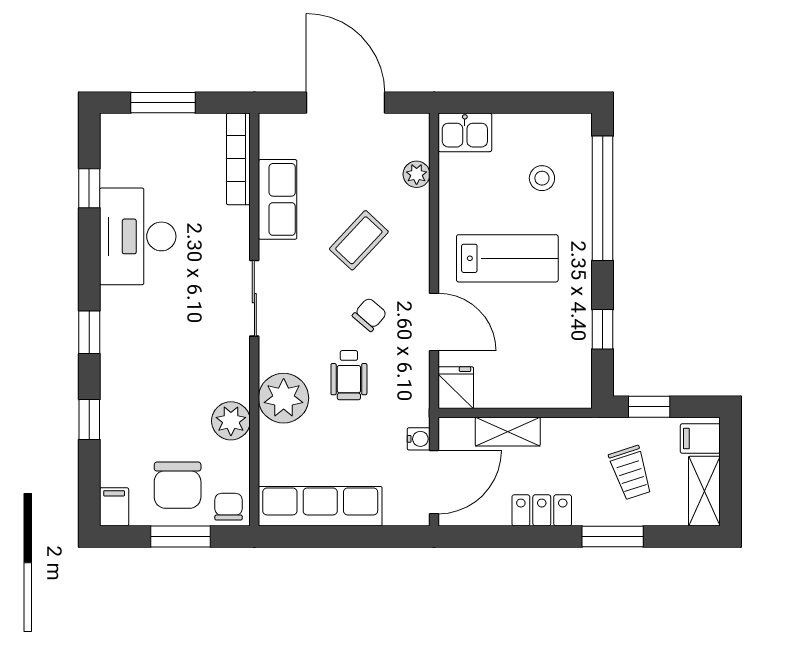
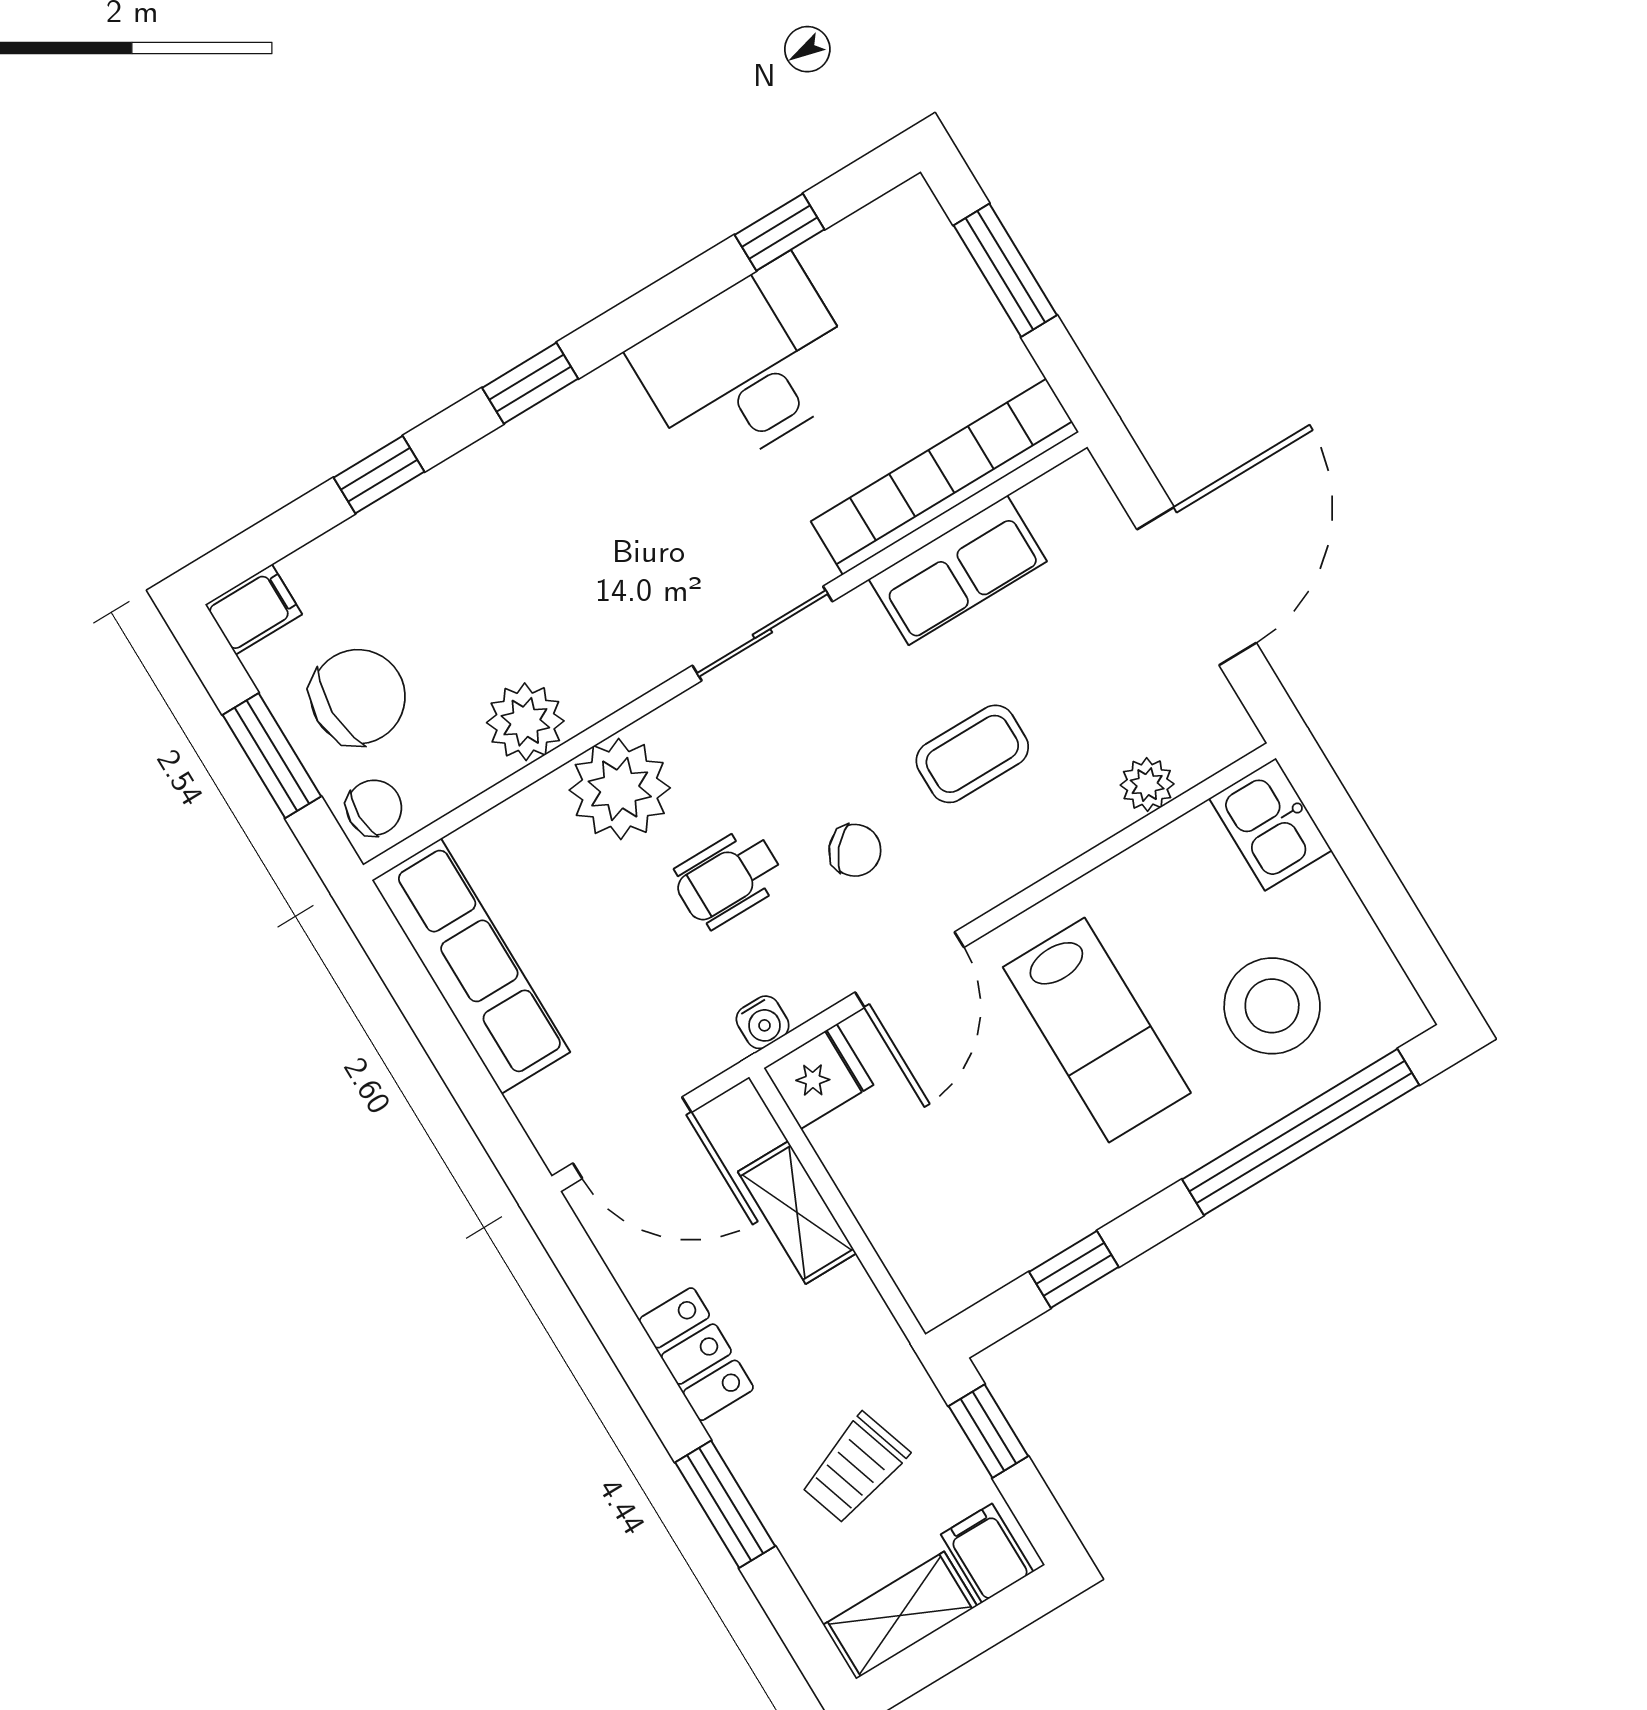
bookcase: (238, 159) -> (945, 477), width x1.48, depth x1.31
stool: (542, 178) -> (1272, 1006), width x1.89, depth x1.89
coffee table: (359, 240) -> (972, 754), turned -43
water cooler: (419, 439) -> (763, 1022), moved
chair: (178, 485) -> (358, 697), turned 180

